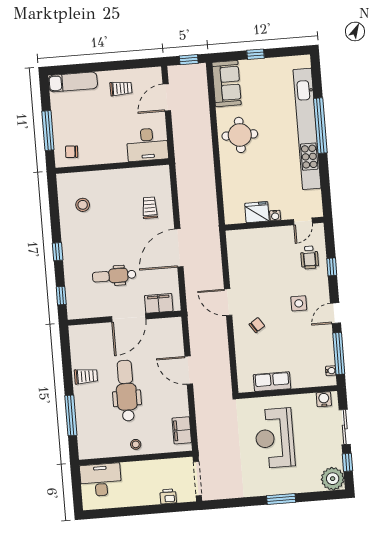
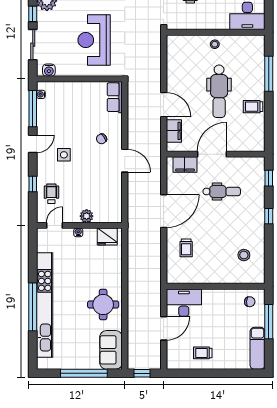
window: (255, 54) -> (84, 373), width x3.17
exam couch: (73, 82) -> (257, 348), moved, turned -90
door: (167, 97) -> (164, 328), moved
fridge: (257, 212) -> (107, 237), moved
plant: (267, 235) -> (87, 216), added
row of seats: (272, 382) -> (115, 97), moved, turned 90
filing cabinet: (182, 430) -> (174, 131), moved
reception desk: (275, 438) -> (94, 40), turned 180

